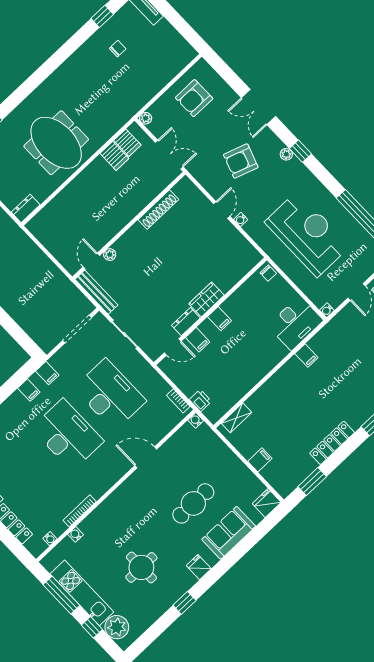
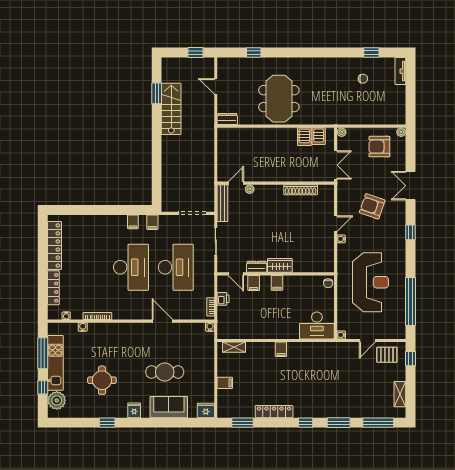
plant: (286, 154) -> (401, 132), moved
filing cabinet: (306, 356) -> (281, 349), moved
printer: (200, 400) -> (223, 299), moved

